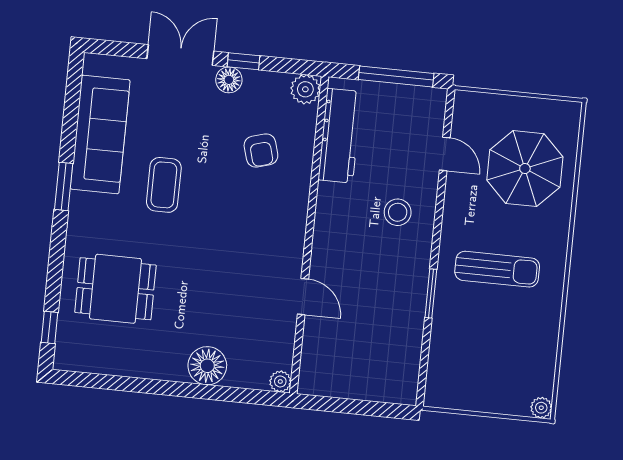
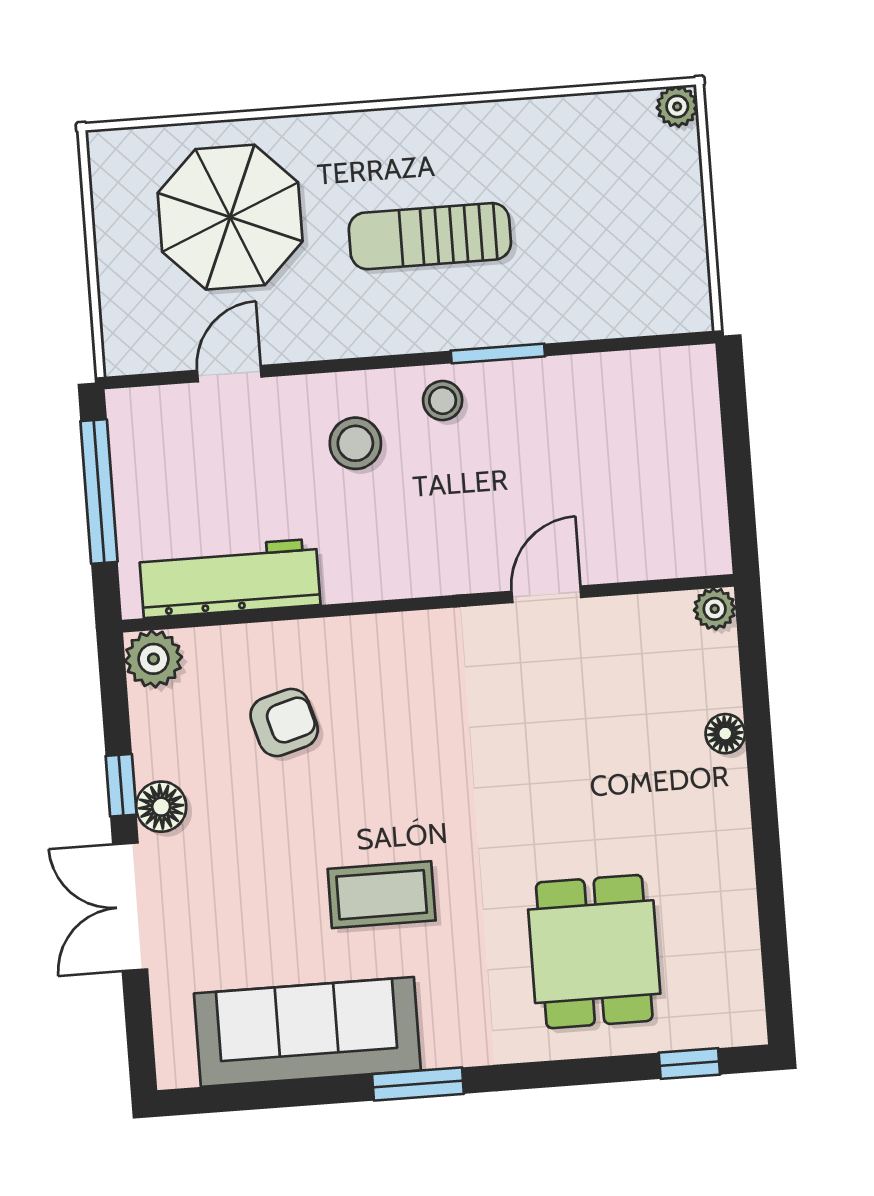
stool: (412, 261) -> (443, 400), added
sun lounger: (497, 269) -> (430, 236), turned -90
floor lamp: (207, 366) -> (725, 734), width x0.53, depth x0.53

